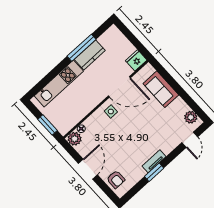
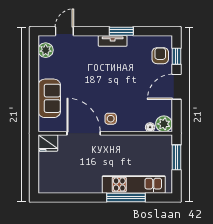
window: (82, 48) -> (126, 198), moved
kitchen counter: (90, 55) -> (84, 185), removed
window: (105, 188) -> (176, 56), added

